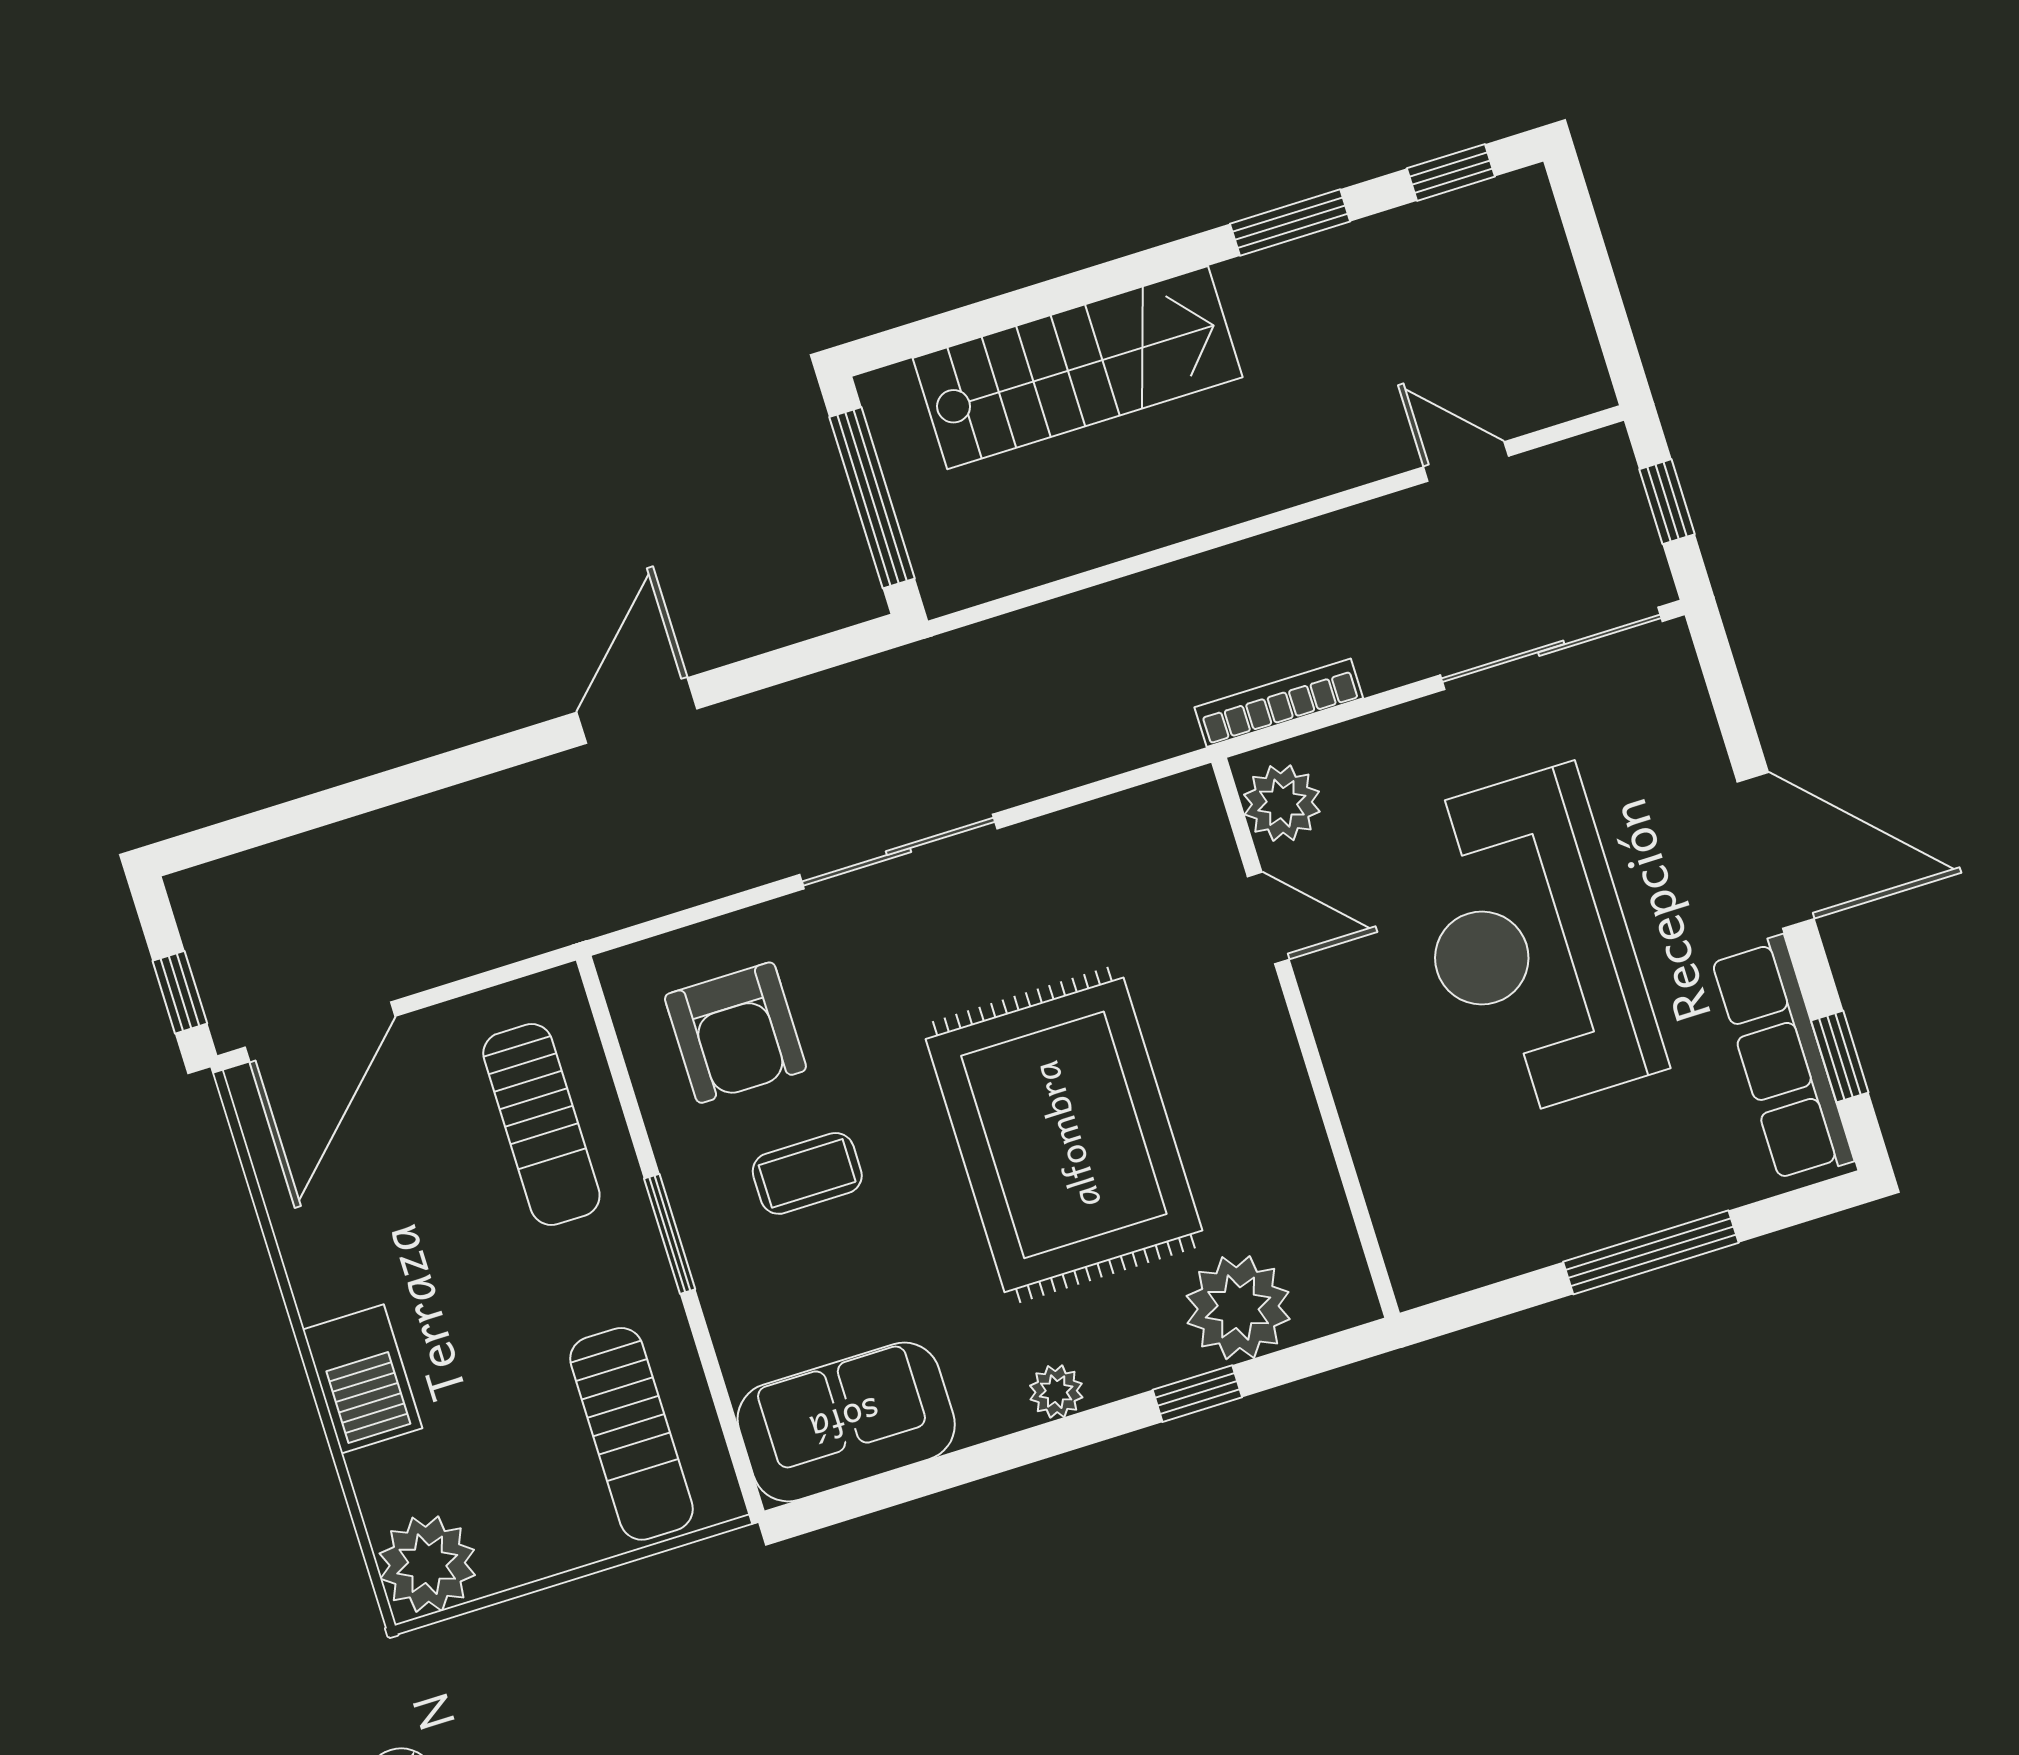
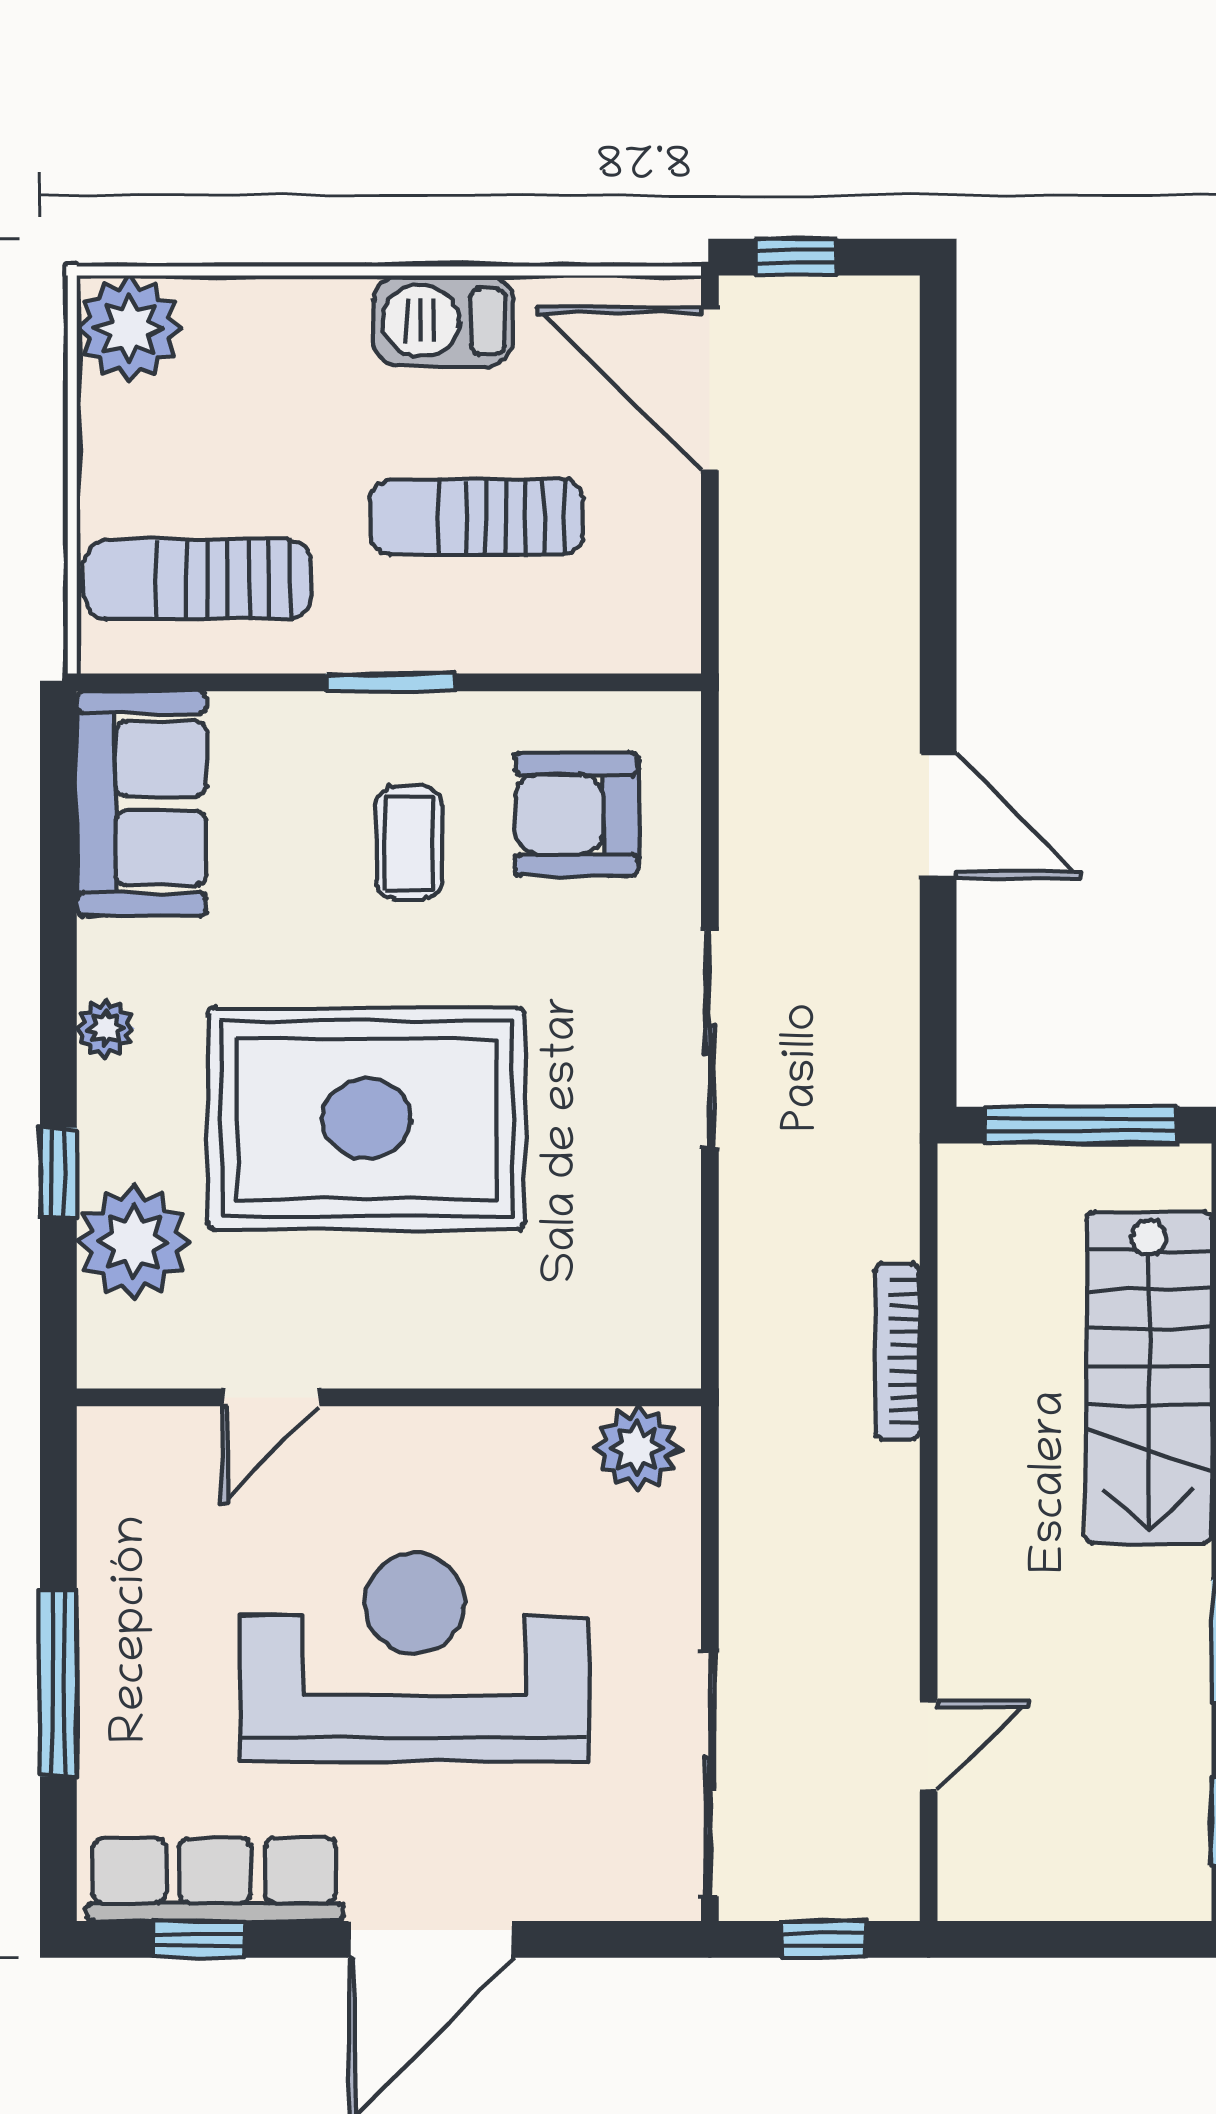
bookcase: (1279, 703) -> (897, 1351), moved, turned 180
door: (1268, 918) -> (271, 1397), moved
sun lounger: (541, 1125) -> (477, 517), moved
barbecue: (362, 1379) -> (443, 321), moved

